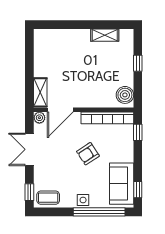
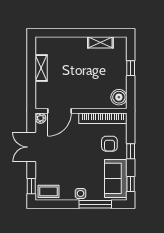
shelving: (40, 92) -> (41, 68), moved
window: (138, 132) -> (131, 151), moved
armchair: (88, 154) -> (109, 144), moved, turned -57
window: (99, 212) -> (95, 204), width x0.68

